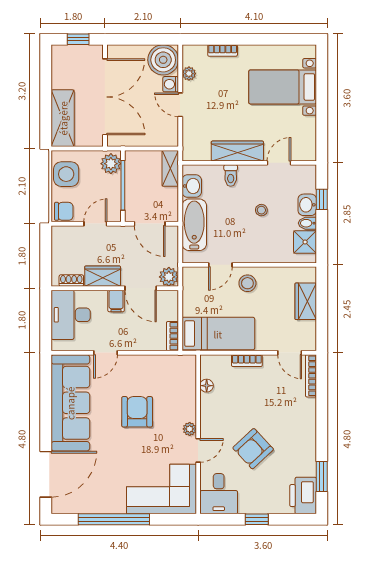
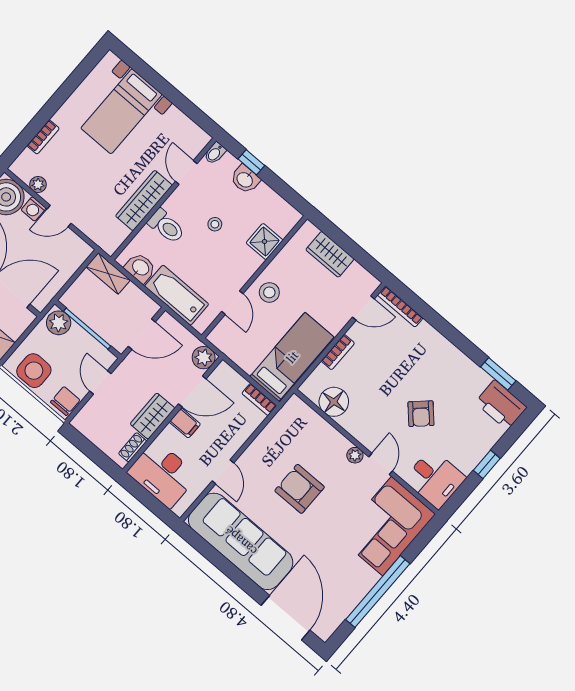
toilet: (231, 176) -> (166, 226), width x1.37, depth x1.39
bidet: (307, 223) -> (215, 153), moved
shower: (305, 242) -> (265, 241), moved
floor lamp: (207, 386) -> (334, 402), width x1.89, depth x1.89
armchair: (253, 449) -> (421, 414), width x0.72, depth x0.72

